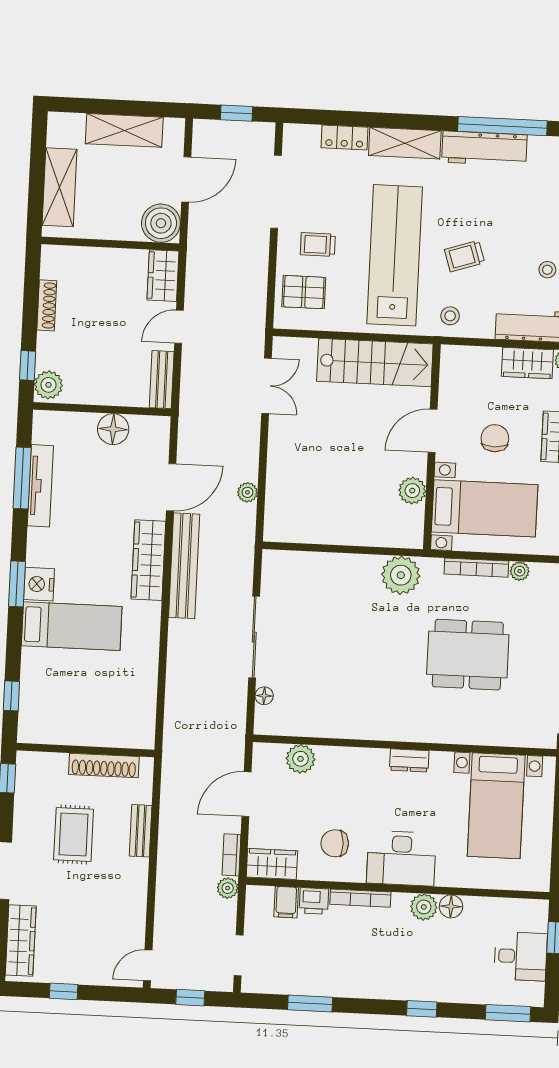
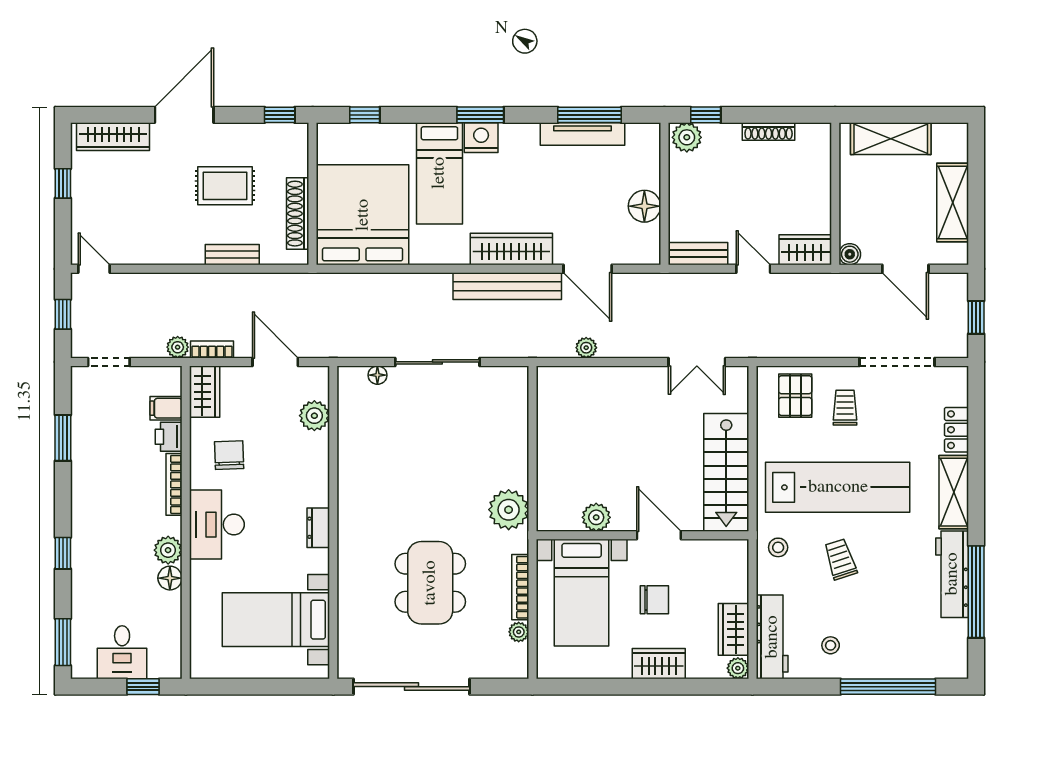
boiler: (161, 223) -> (850, 254), width x0.54, depth x0.54
bed: (108, 703) -> (363, 215), added

